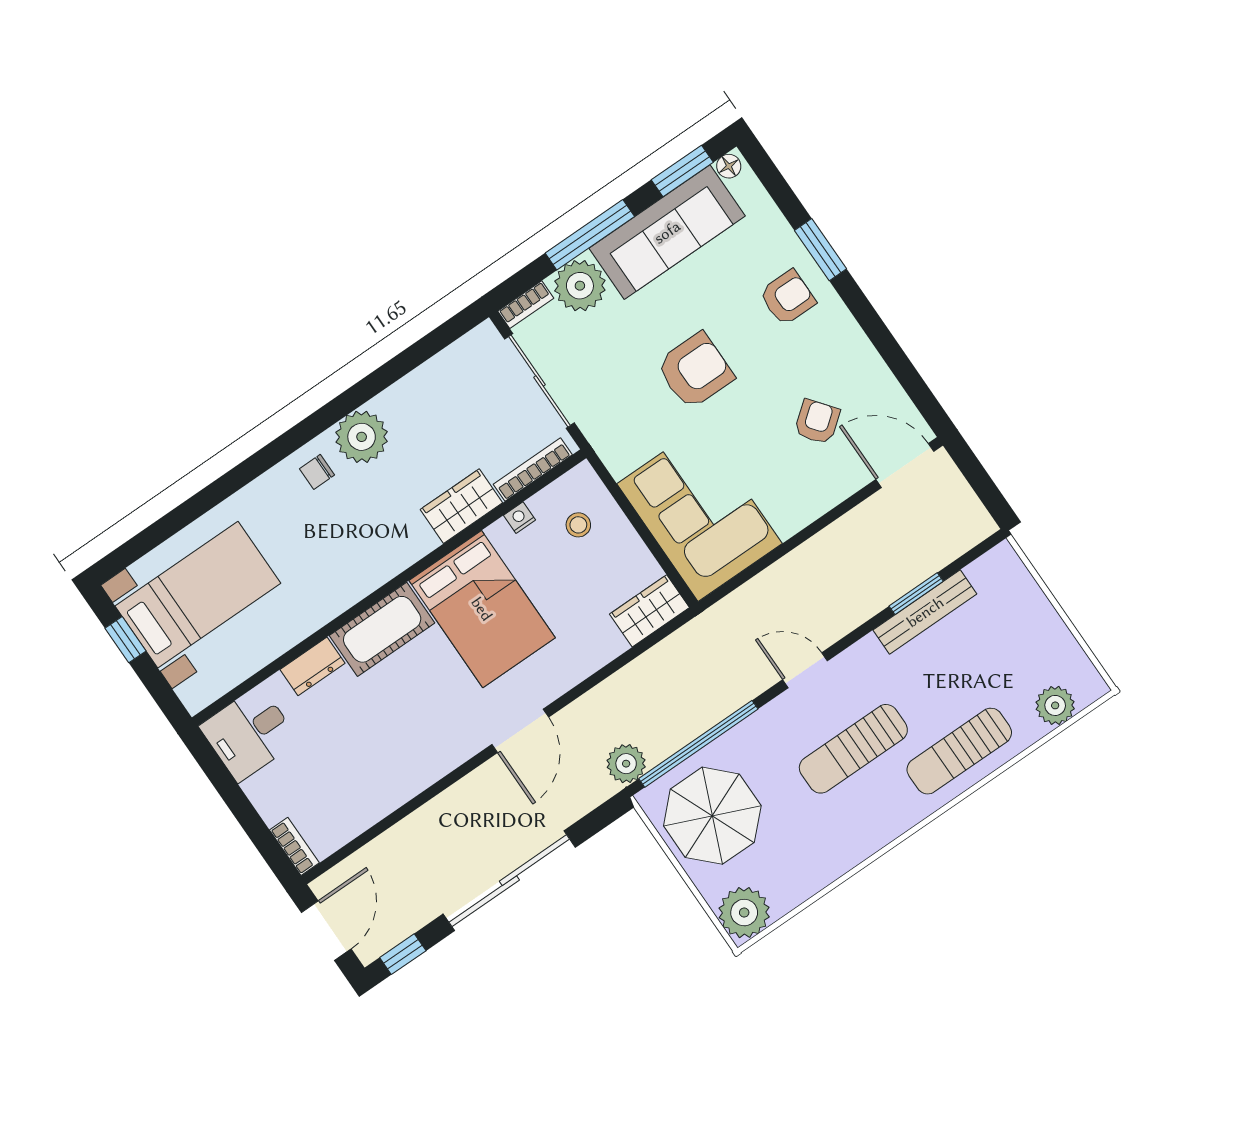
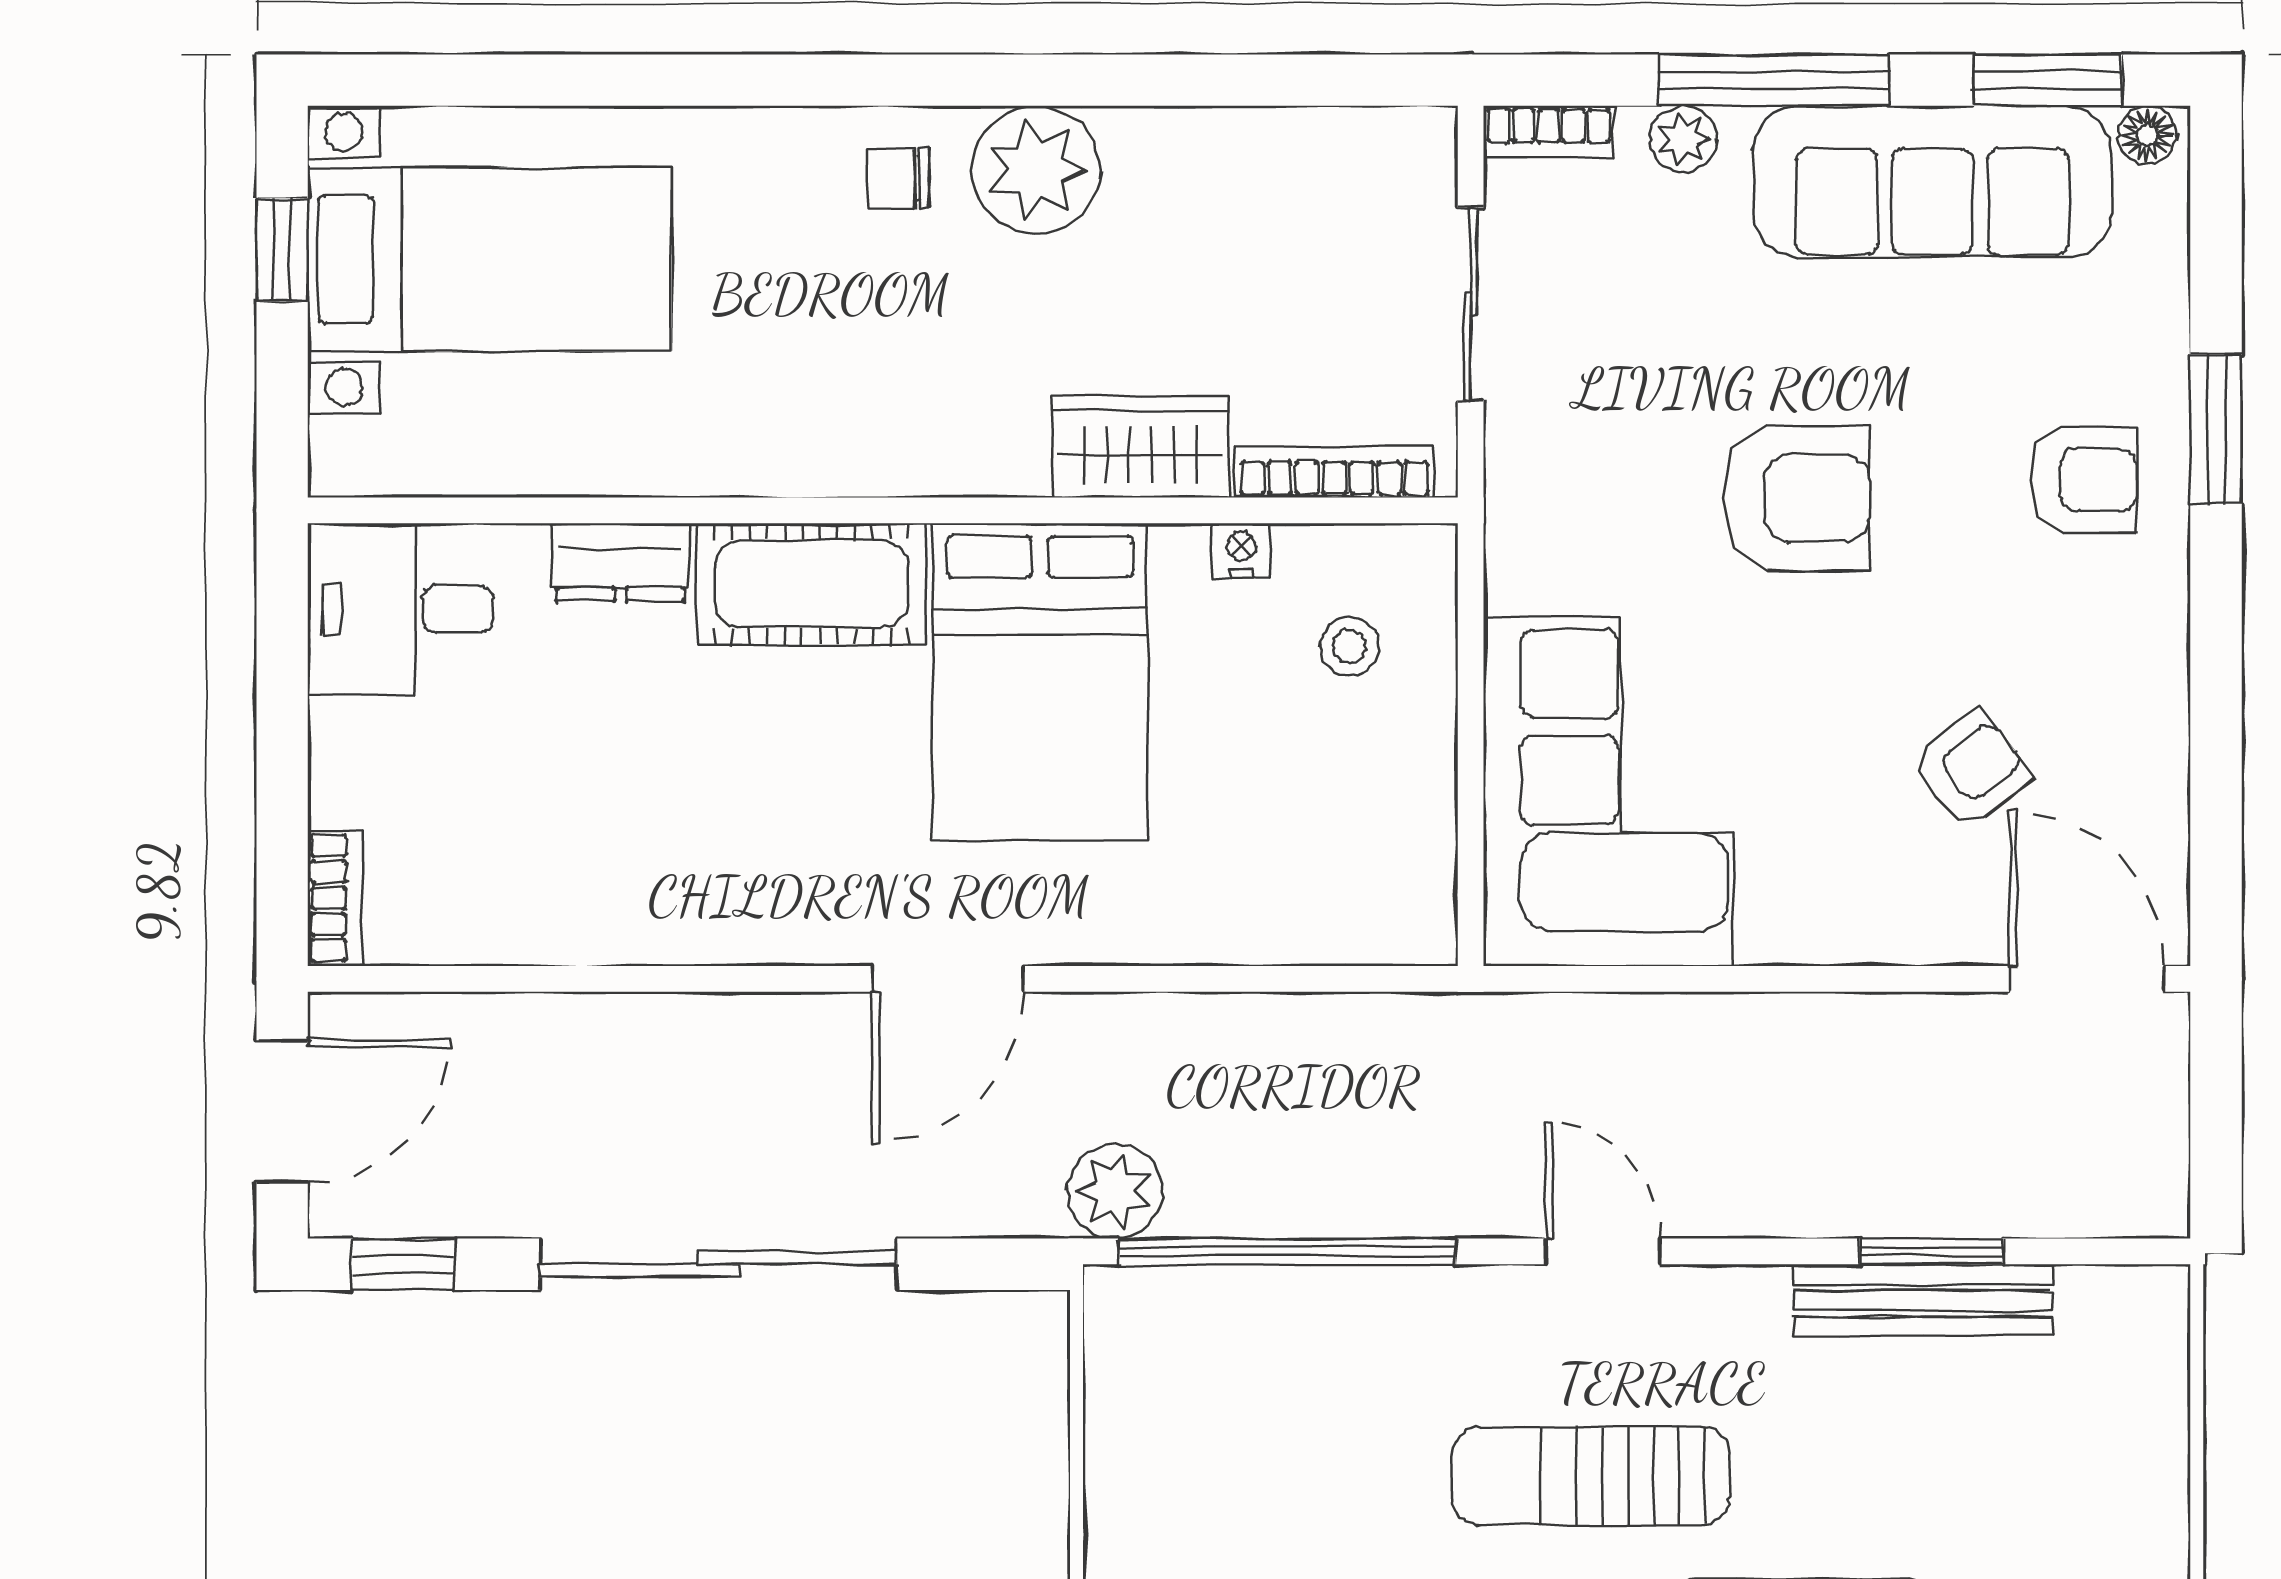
plant: (580, 286) -> (1683, 139), width x0.53, depth x0.53
sliding door: (540, 381) -> (1471, 304), width x0.73
wardrobe: (649, 611) -> (1373, 917), removed
parasol: (712, 816) -> (1215, 1415), removed

